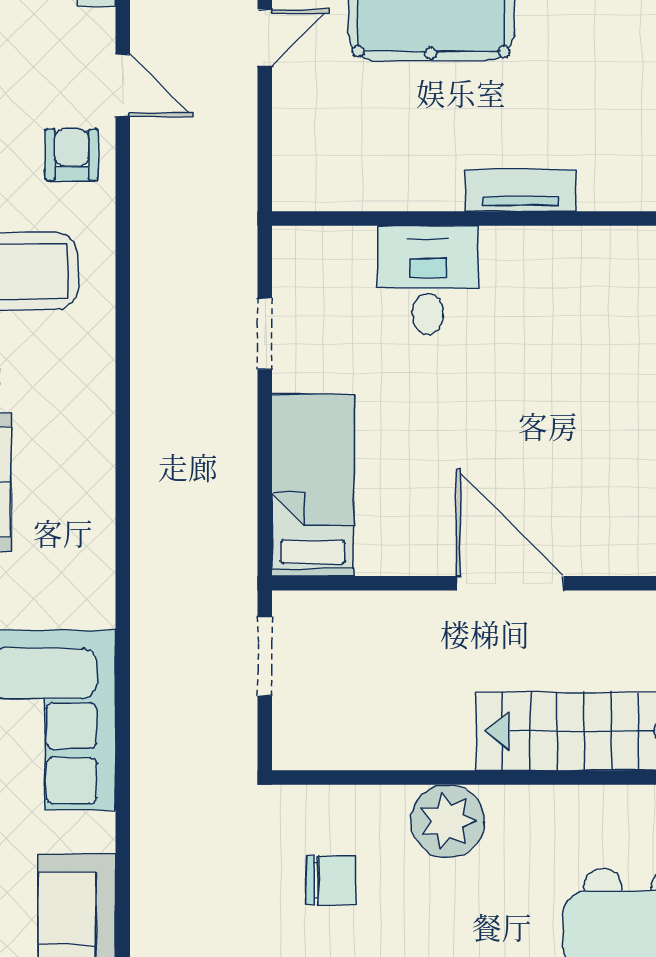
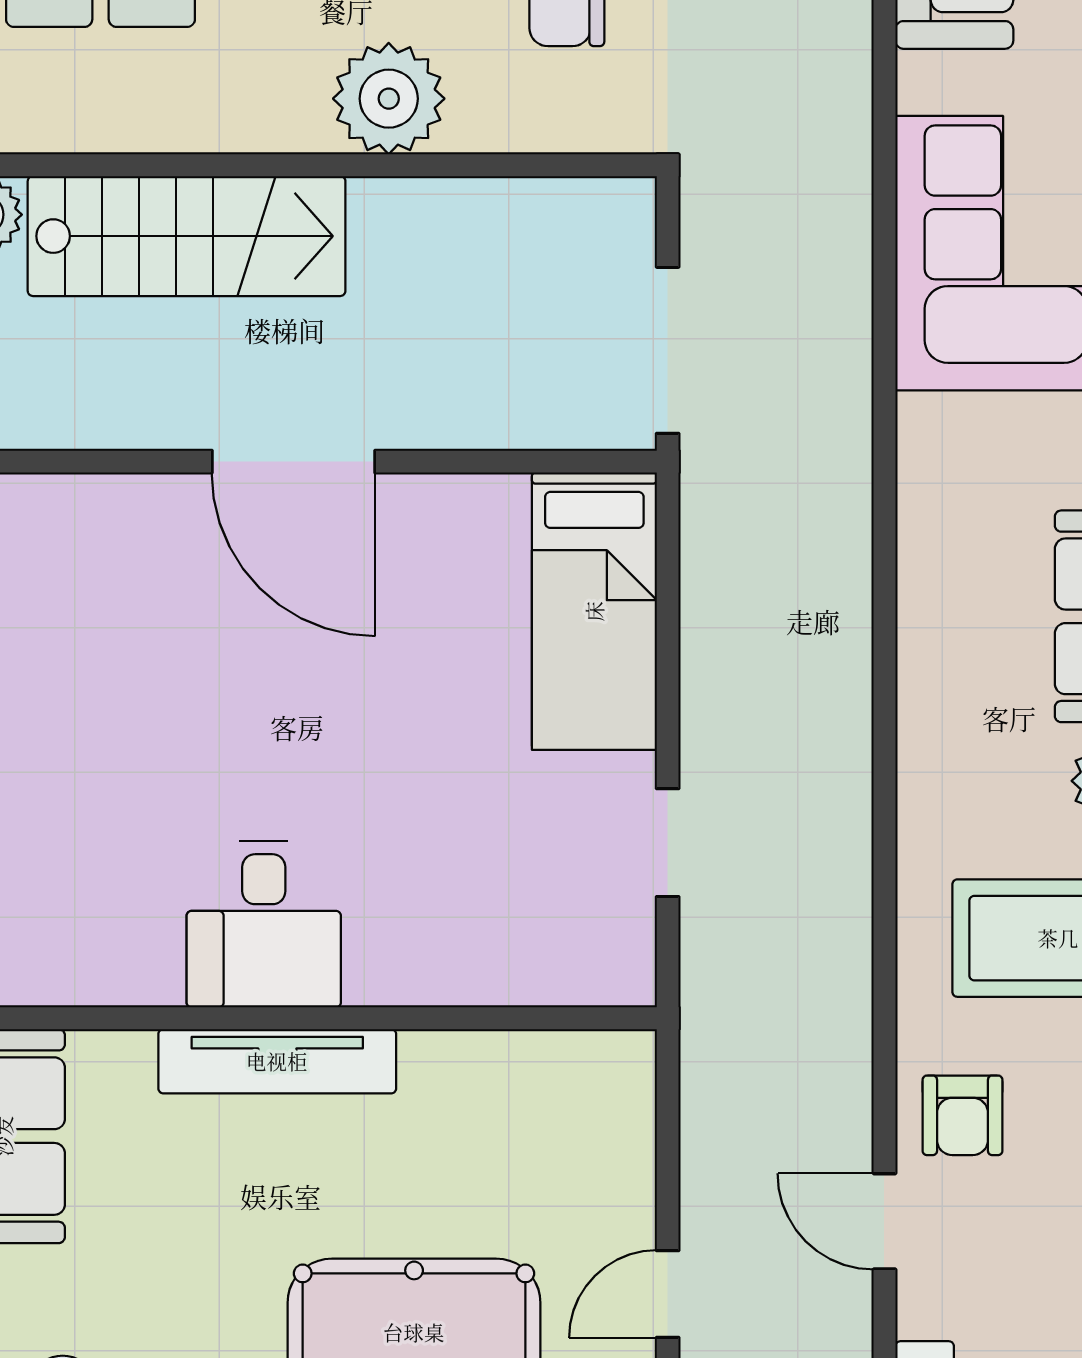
tv unit: (521, 190) -> (277, 1061), width x1.41
desk: (428, 280) -> (264, 924), moved
doorway: (265, 656) -> (668, 350), width x1.38

